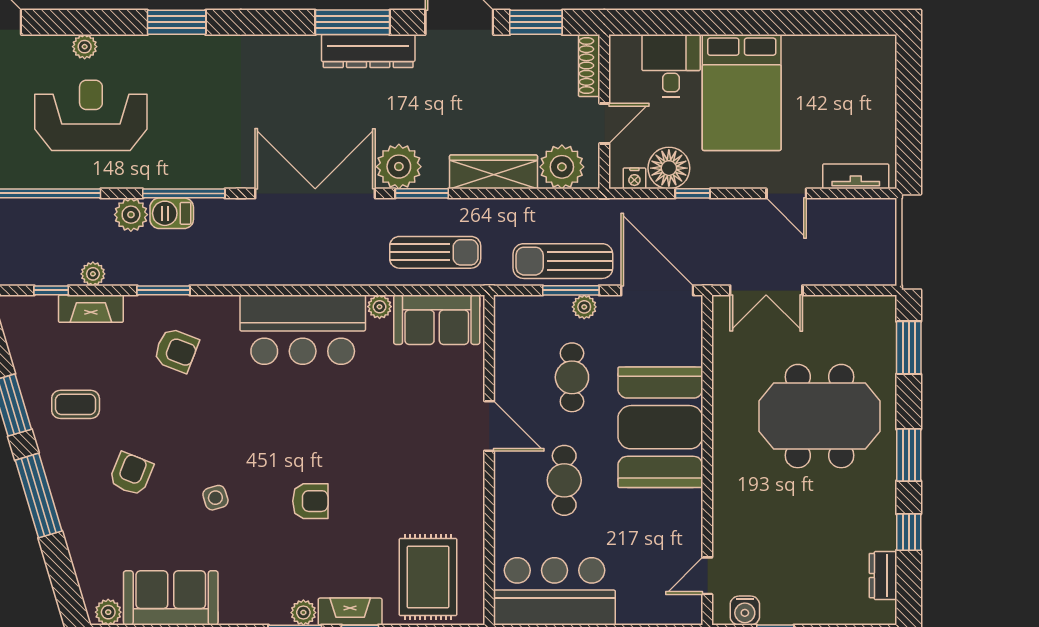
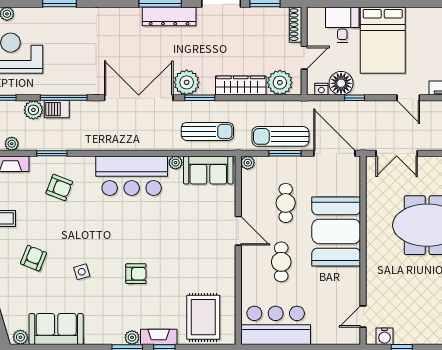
plant: (584, 307) -> (248, 163), moved

